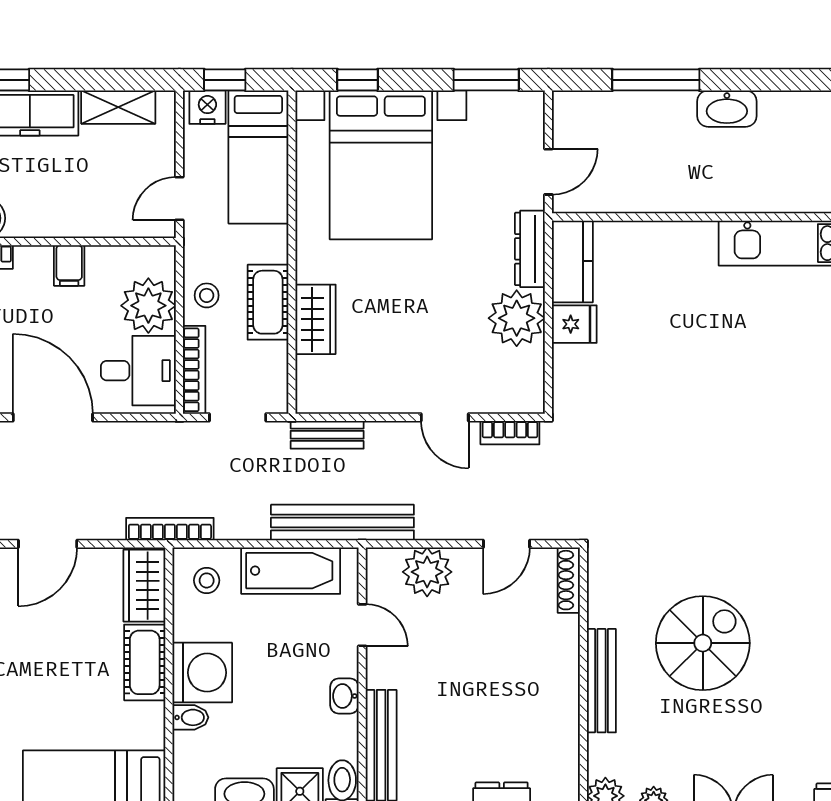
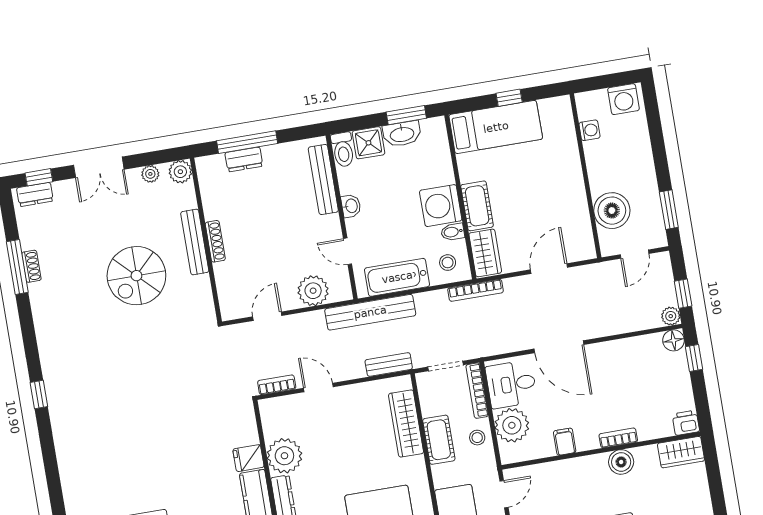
wardrobe: (315, 319) -> (406, 423), width x1.50
shoe rack: (569, 580) -> (215, 241), moved
bidet: (190, 717) -> (453, 232), moved

